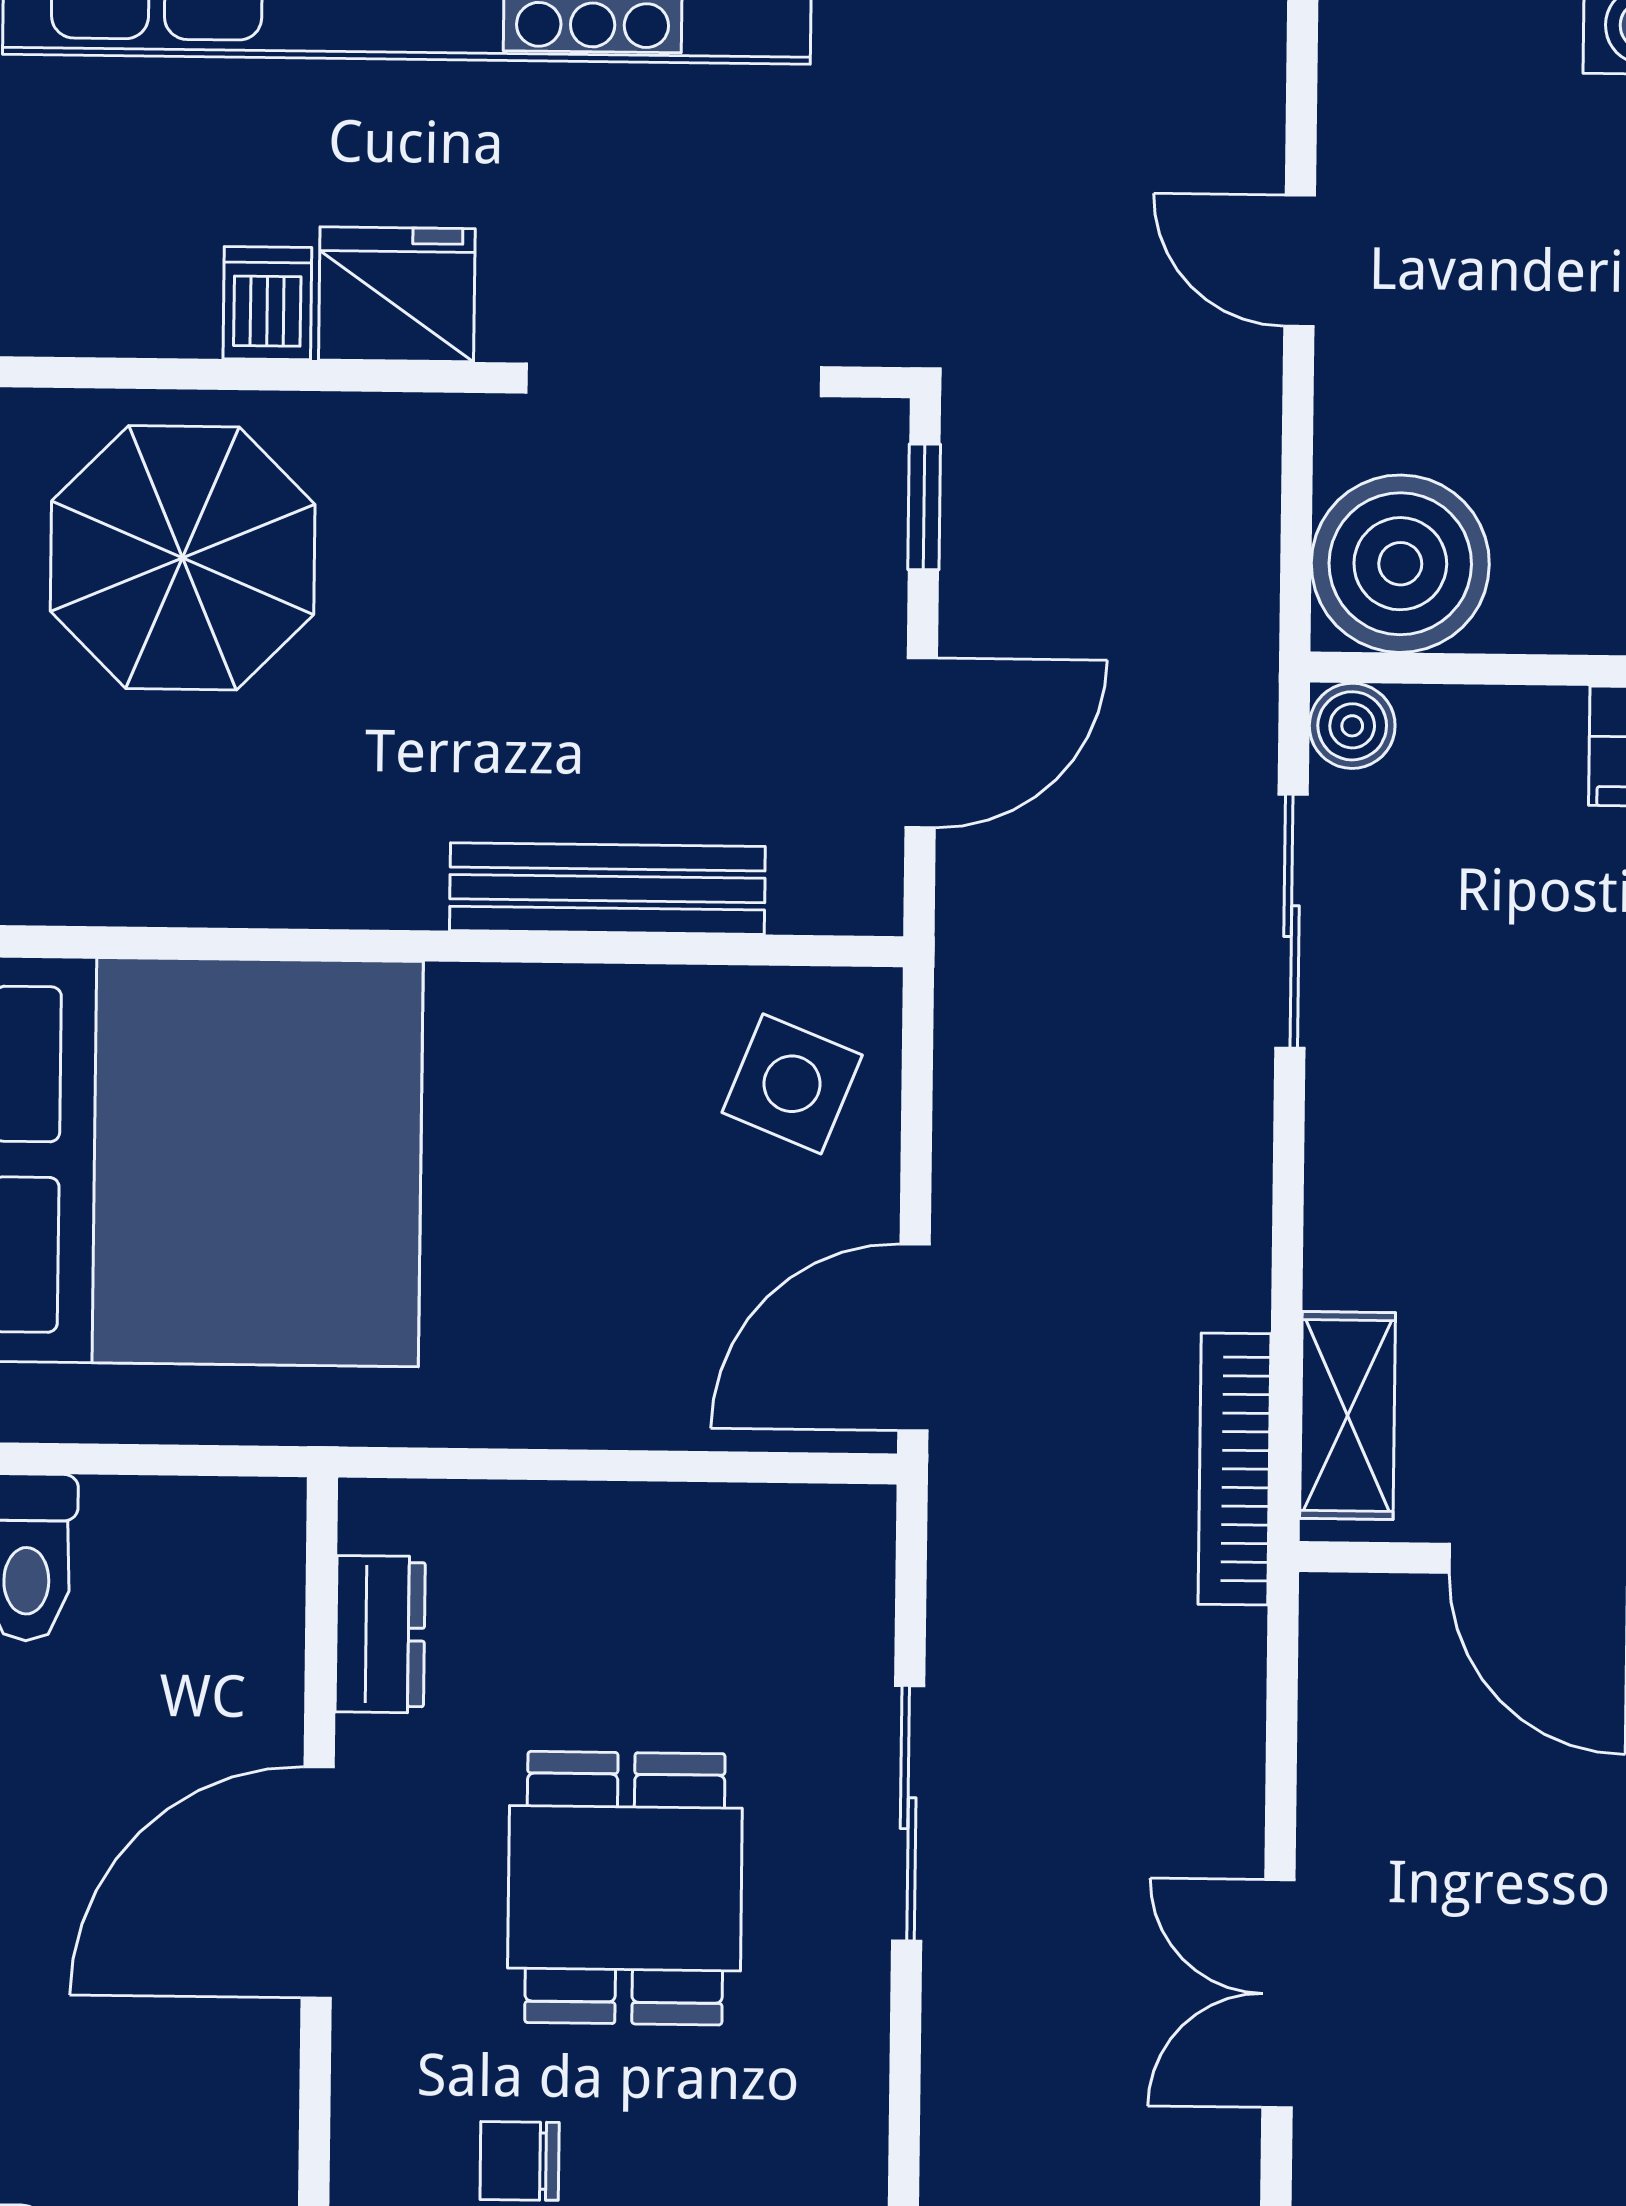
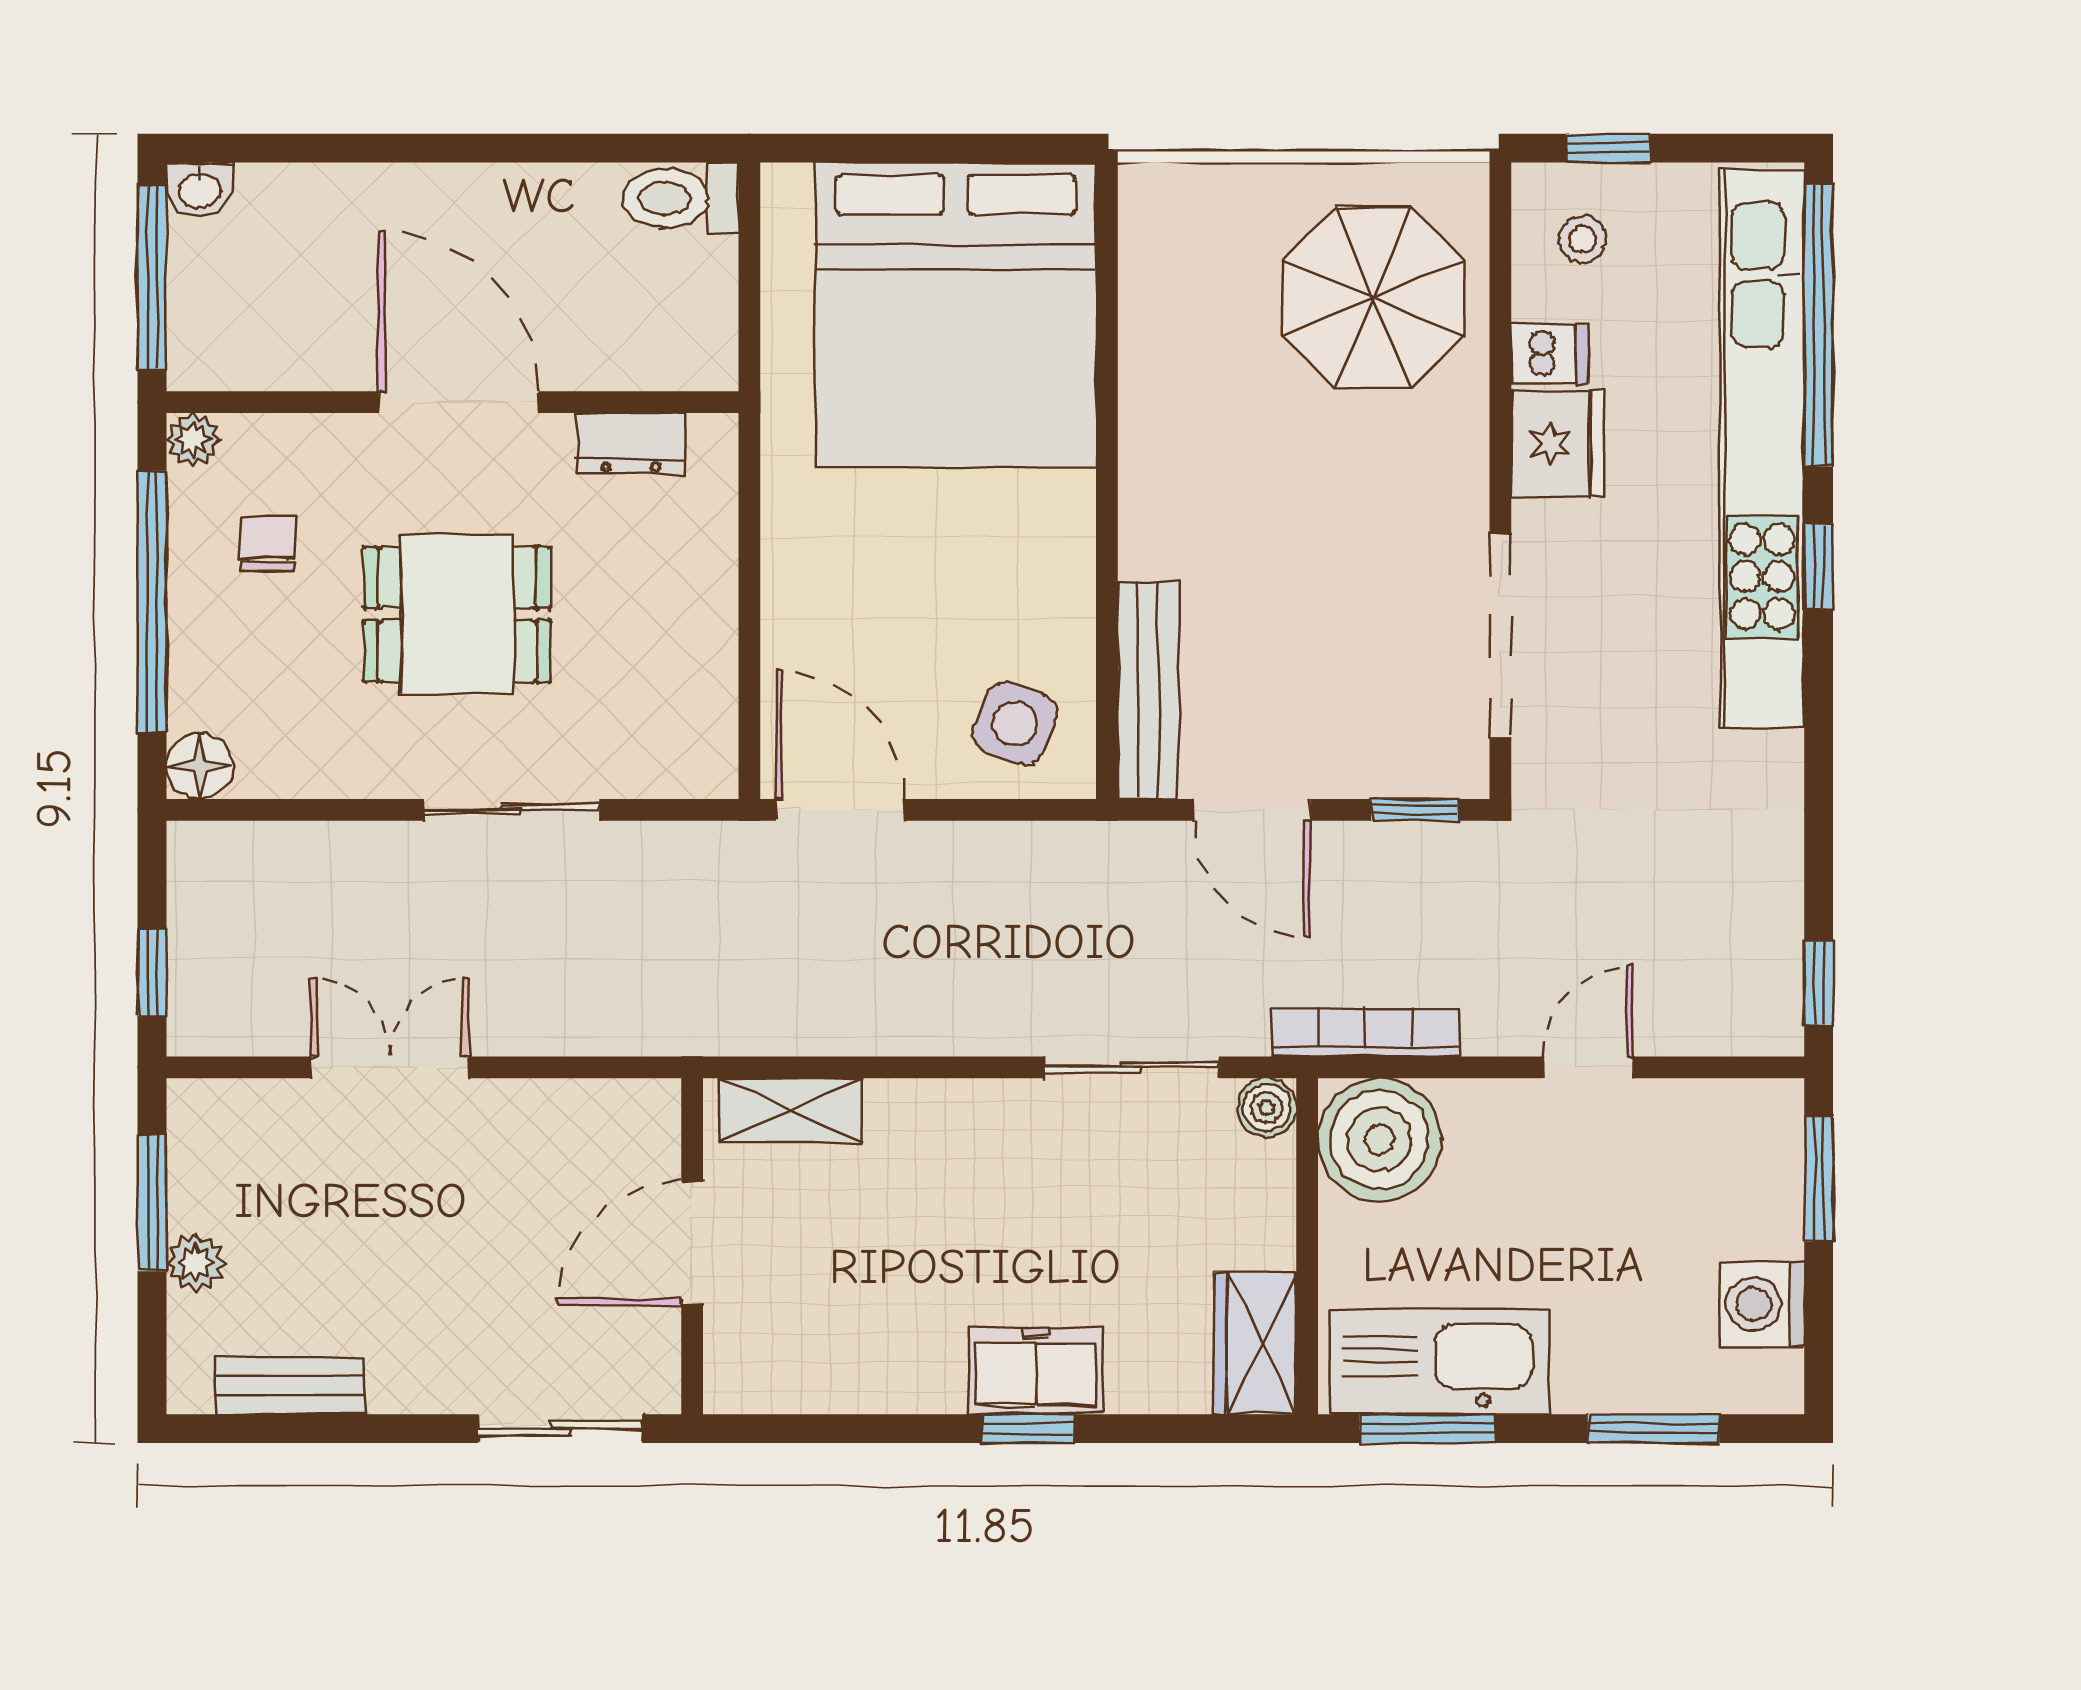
stool: (102, 254) -> (1583, 239), added
bench: (607, 889) -> (1148, 690), moved
bookcase: (1235, 1469) -> (1366, 1033), moved

